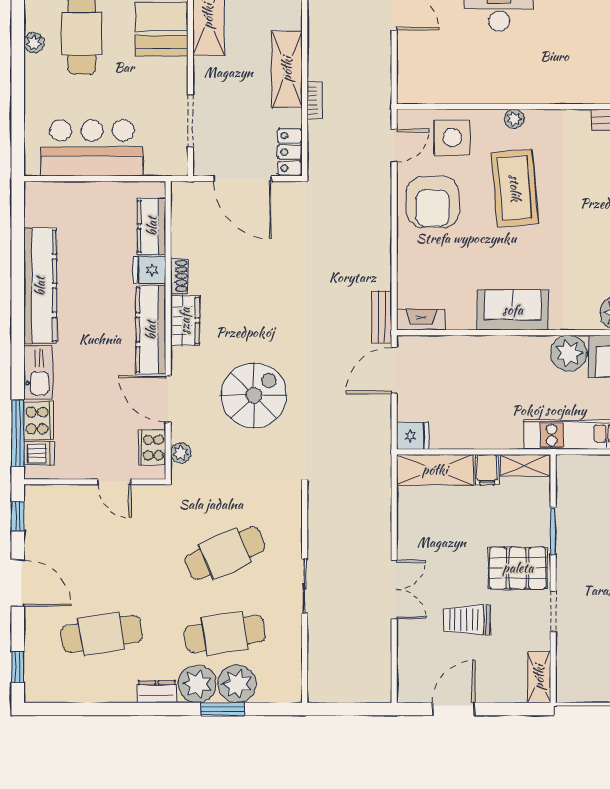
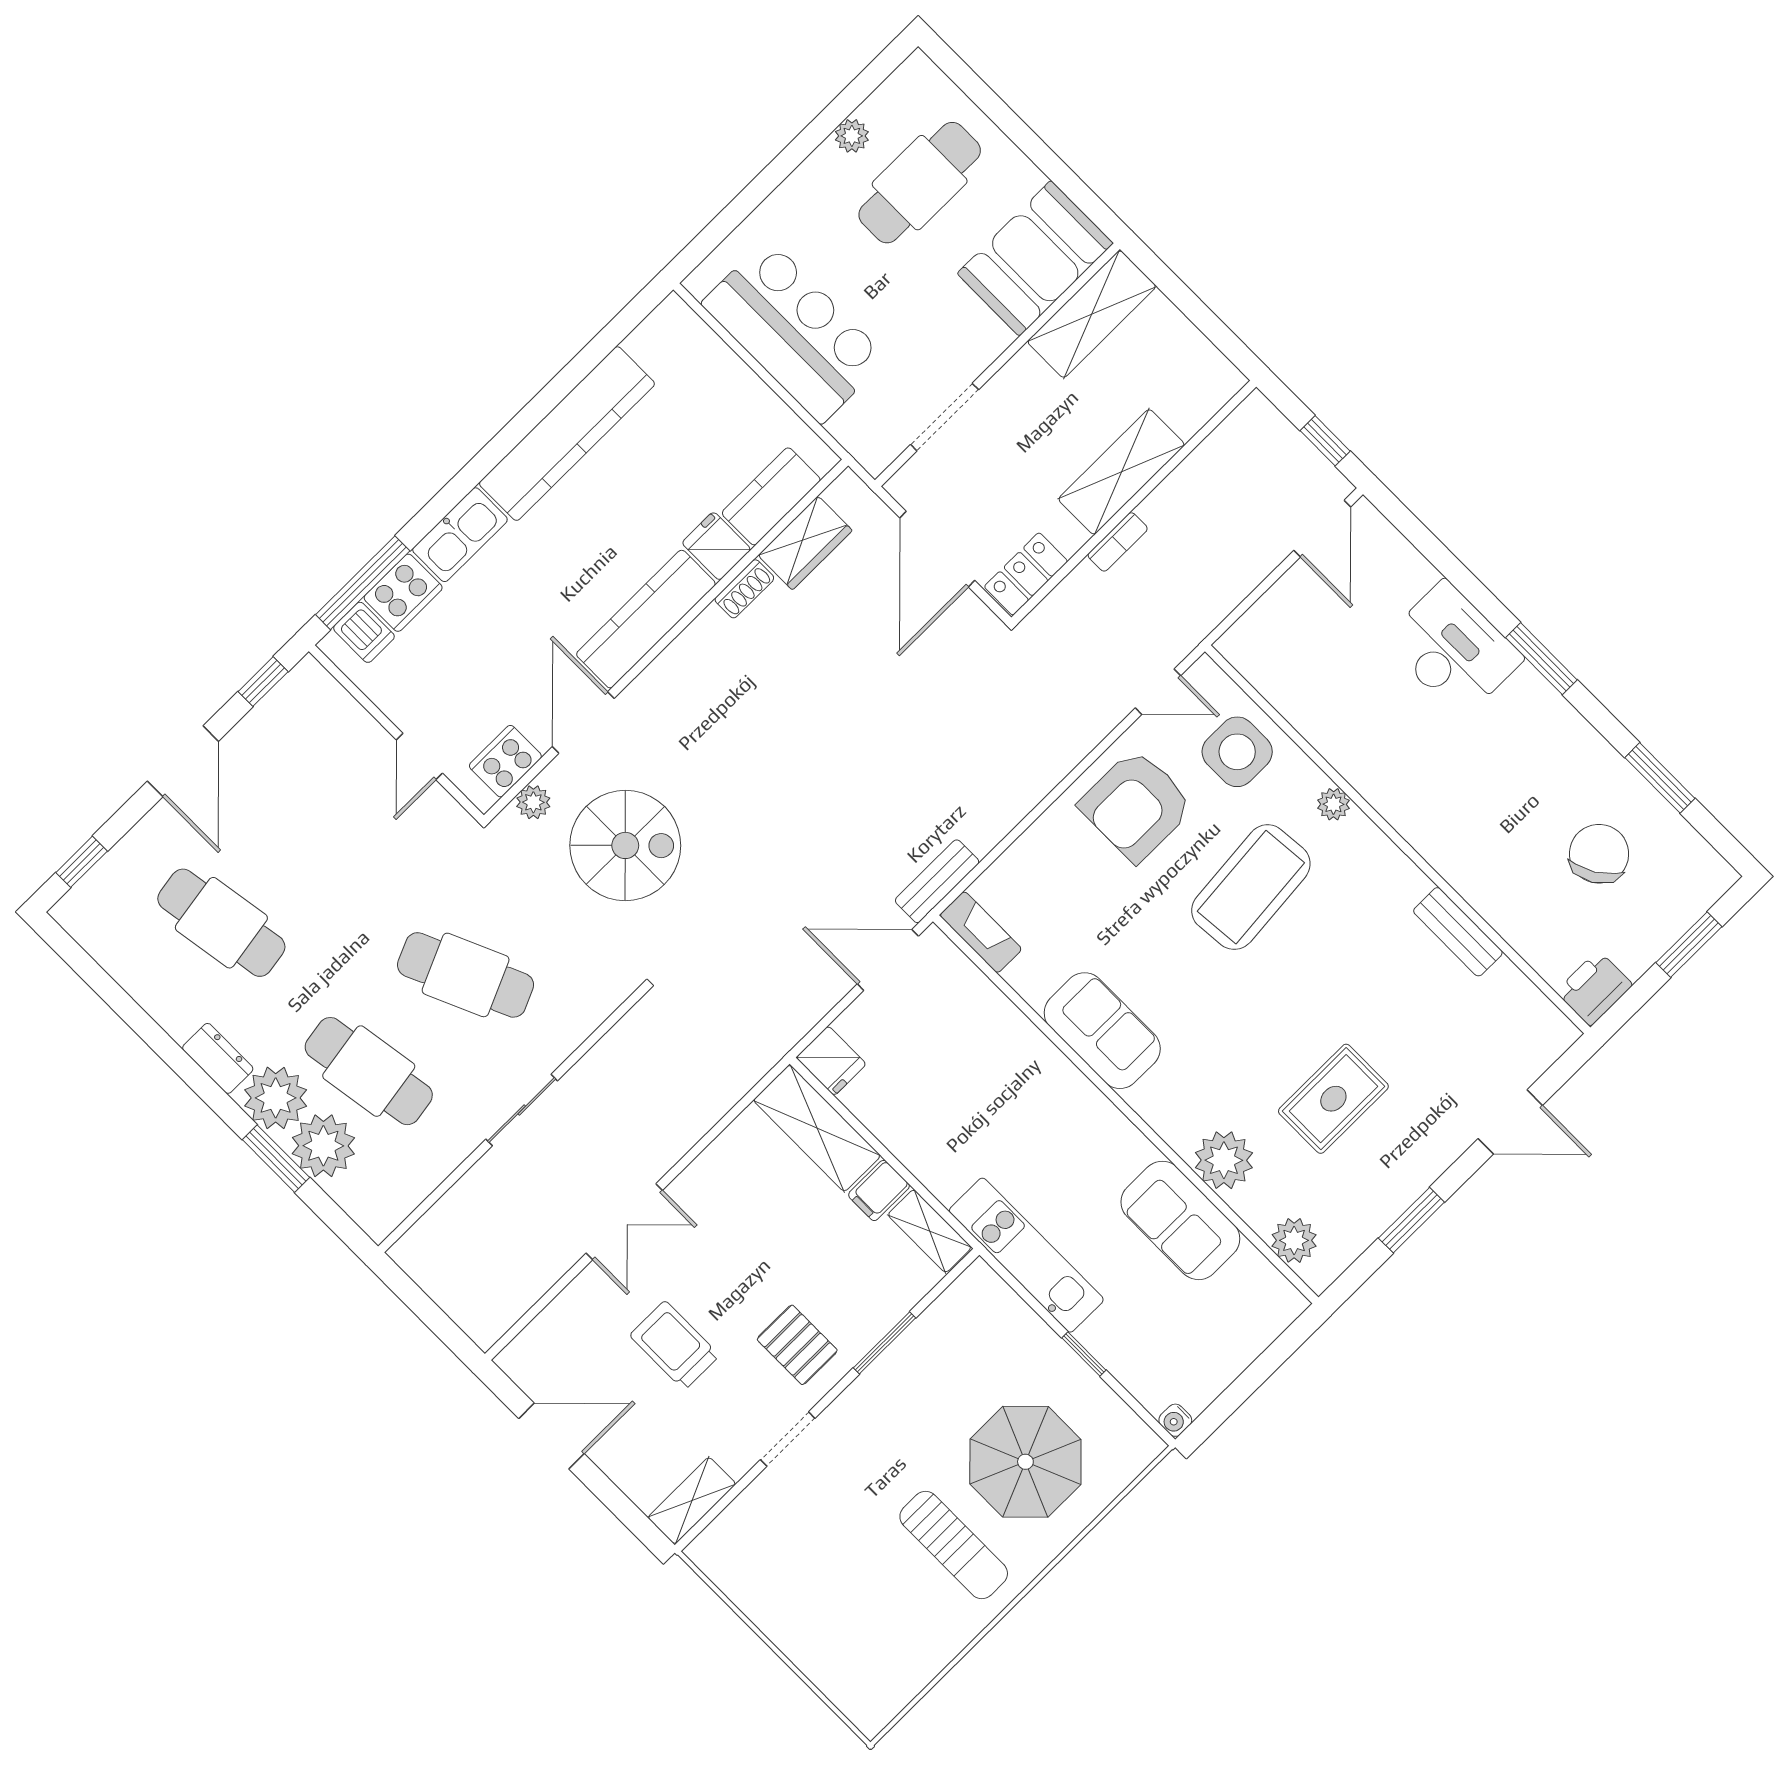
wardrobe: (185, 321) -> (805, 543), moved
plant: (569, 353) -> (1117, 1150), removed
spiral stairs: (254, 395) -> (625, 845), moved
pallet: (518, 568) -> (797, 1345), width x0.67, depth x0.71

